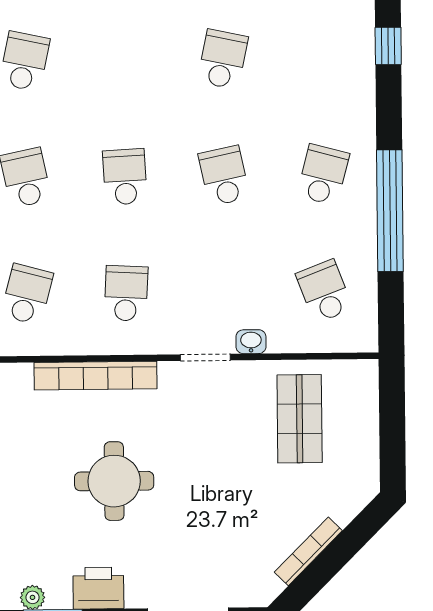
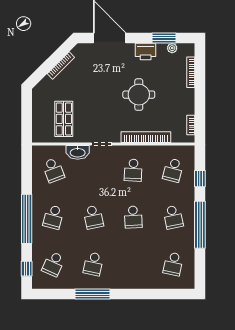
school desk: (322, 58) -> (53, 264), added
window: (390, 211) -> (27, 219), moved
washbasin: (251, 342) -> (78, 152), width x1.91, depth x1.45

